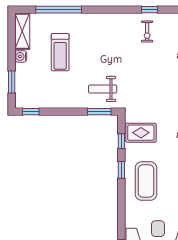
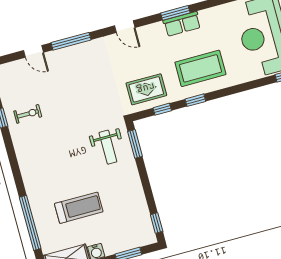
rug: (141, 133) -> (146, 89), turned 90

